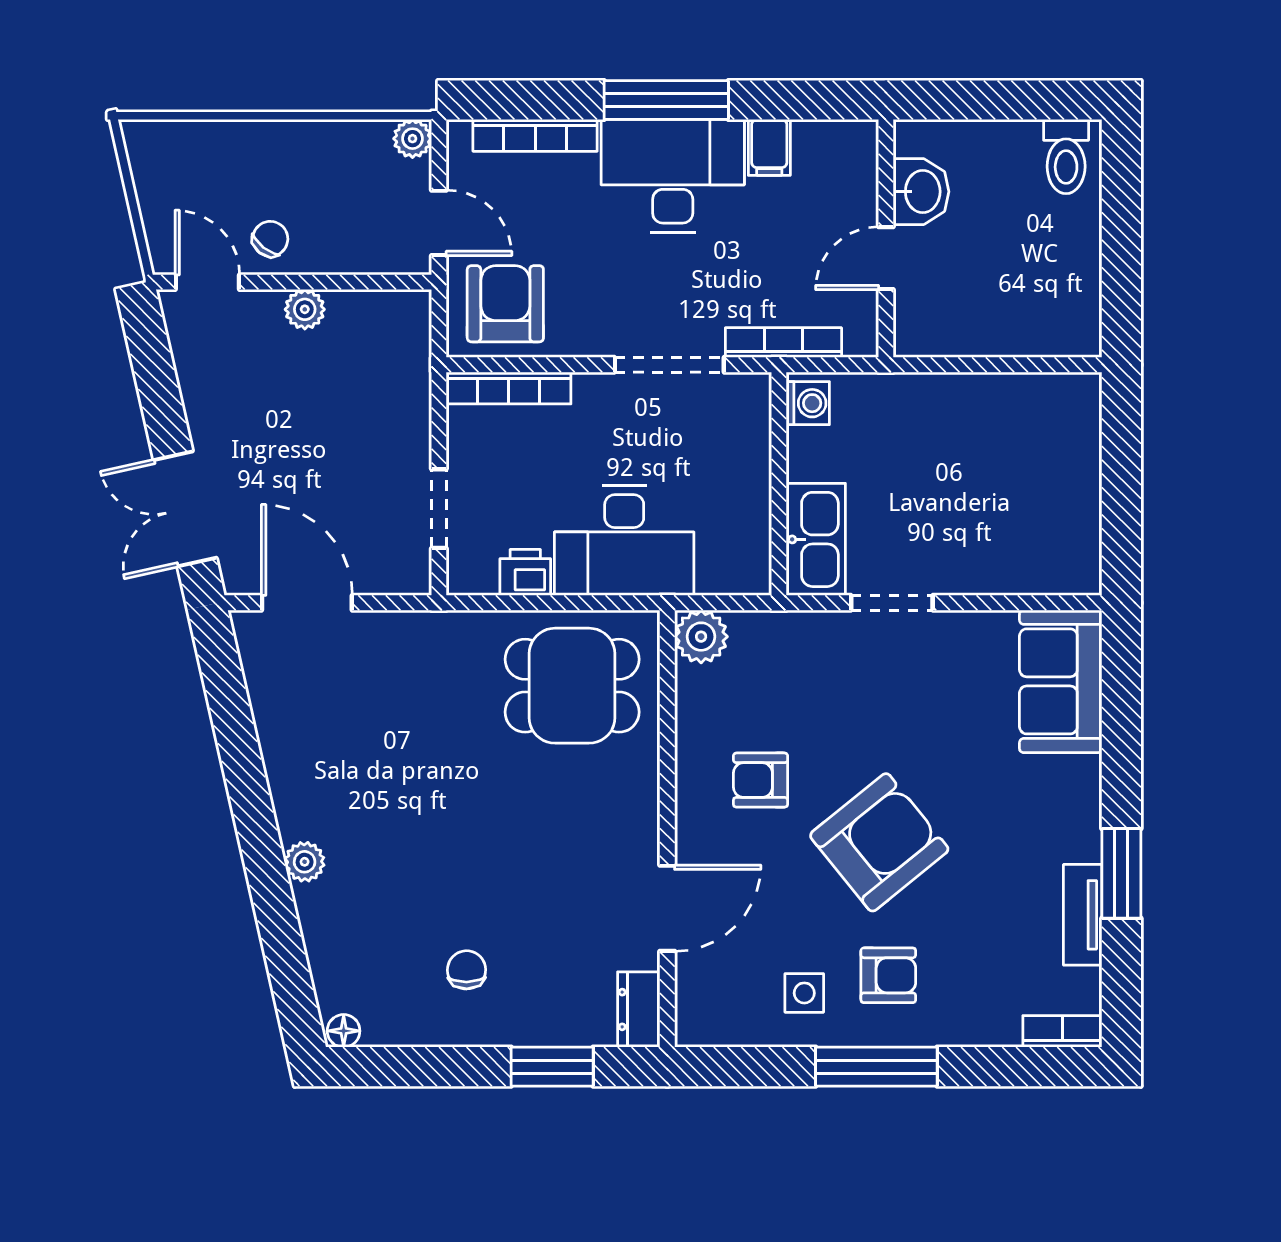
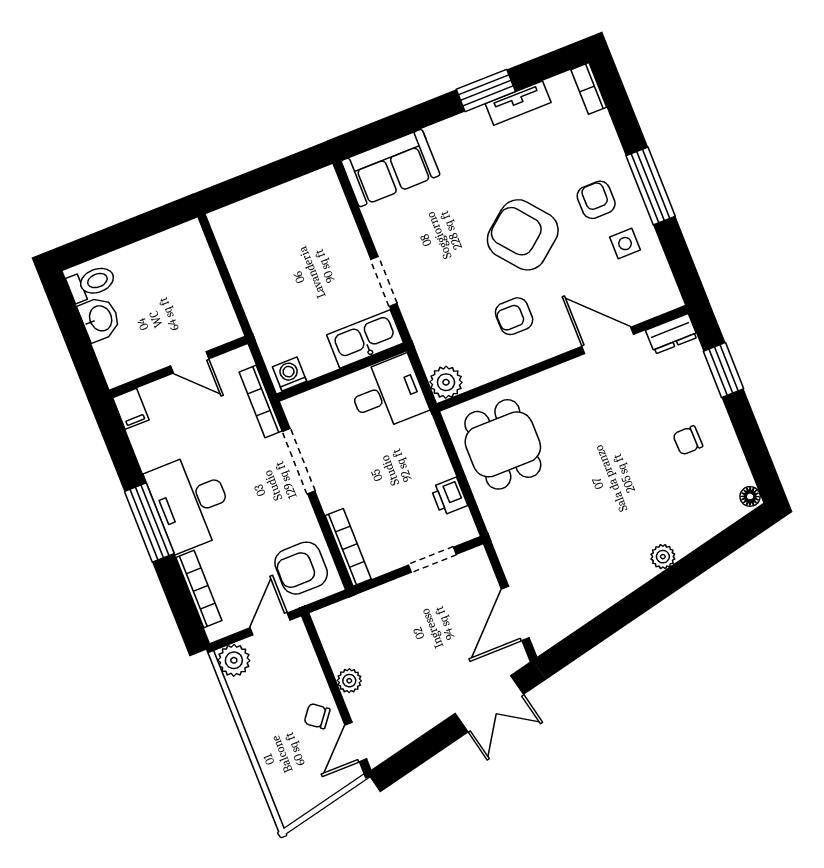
plant: (413, 139) -> (234, 660), width x1.38, depth x1.38
filing cabinet: (769, 147) -> (131, 409), moved, turned 90
washbasin: (921, 192) -> (100, 319), moved, turned 90
desk: (624, 541) -> (388, 394), moved, width x0.73
armchair: (761, 780) -> (514, 316), turned 90

